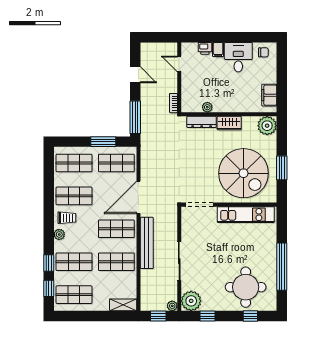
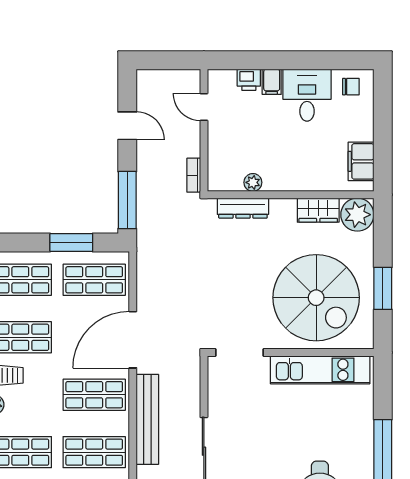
wardrobe: (229, 123) -> (318, 210), moved

